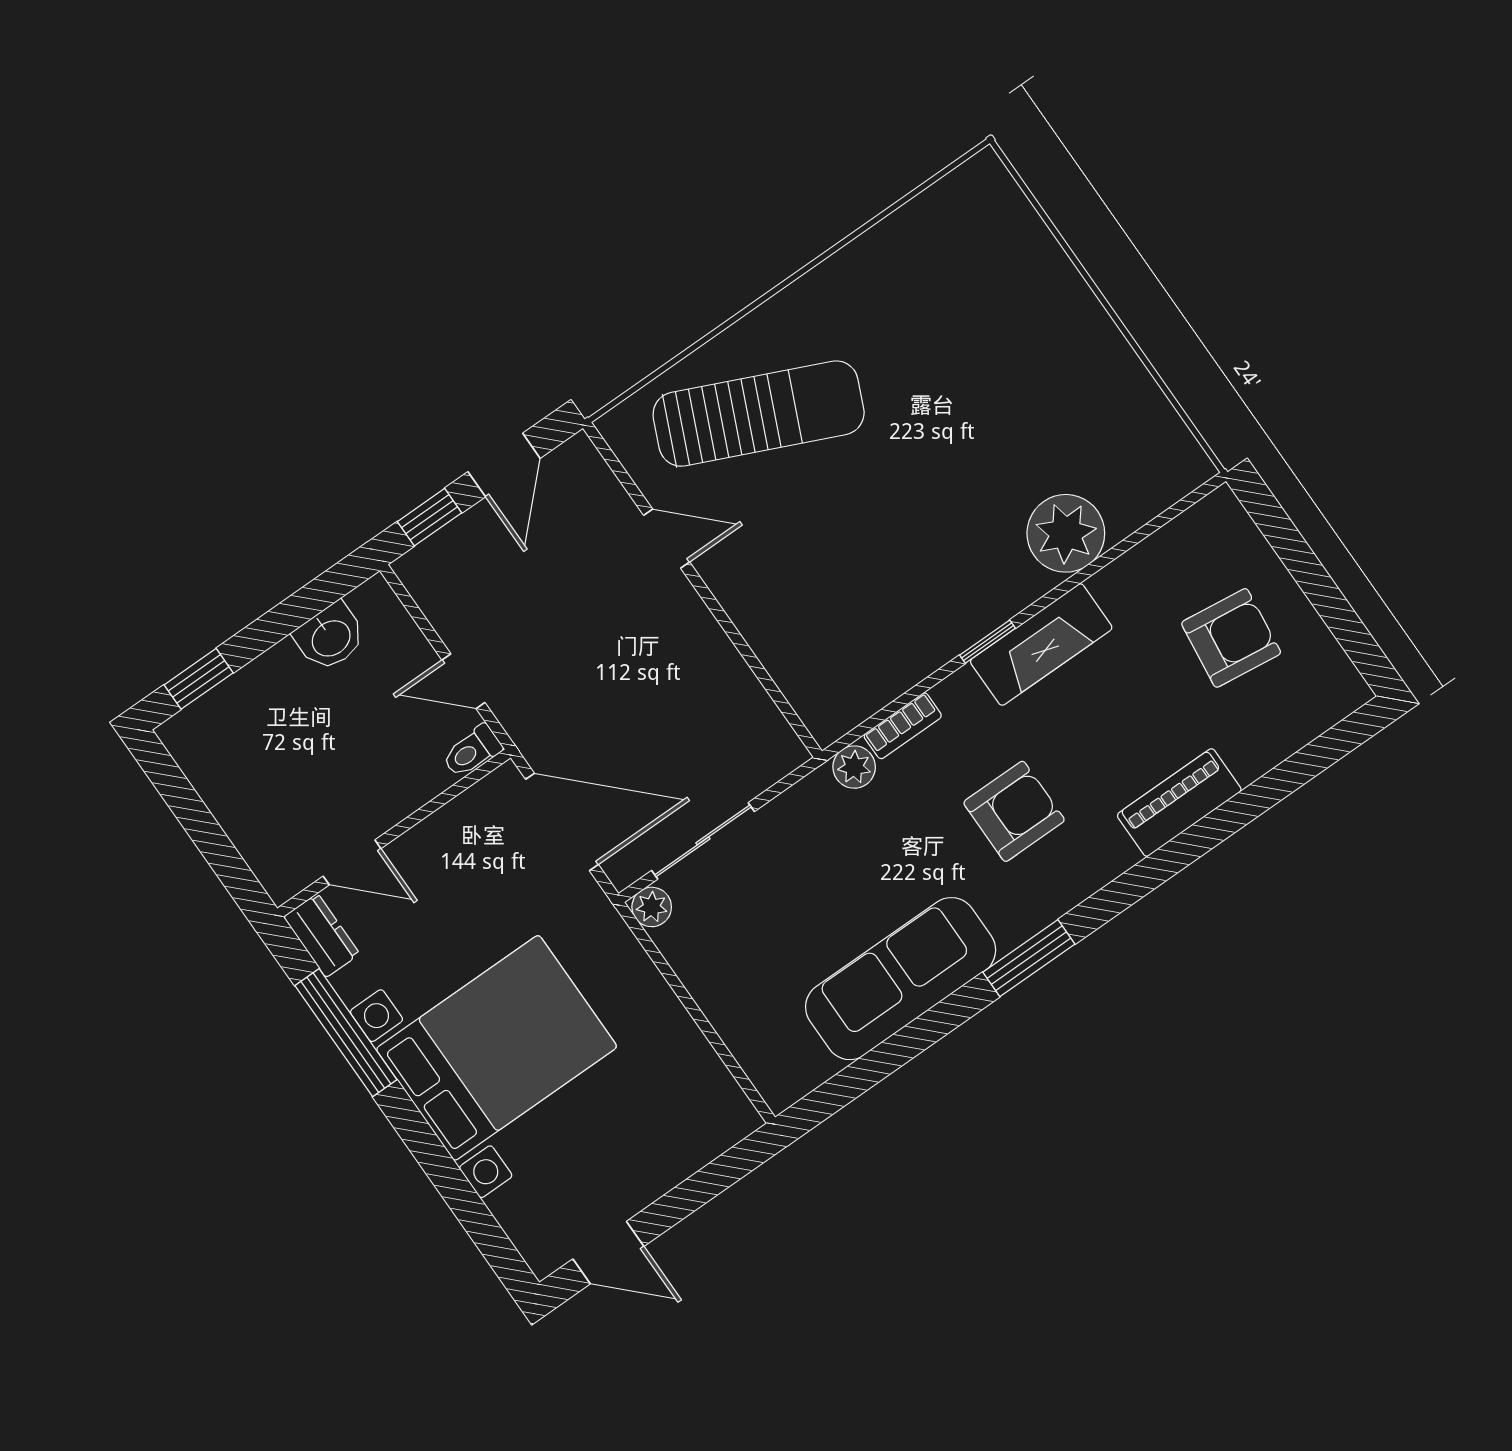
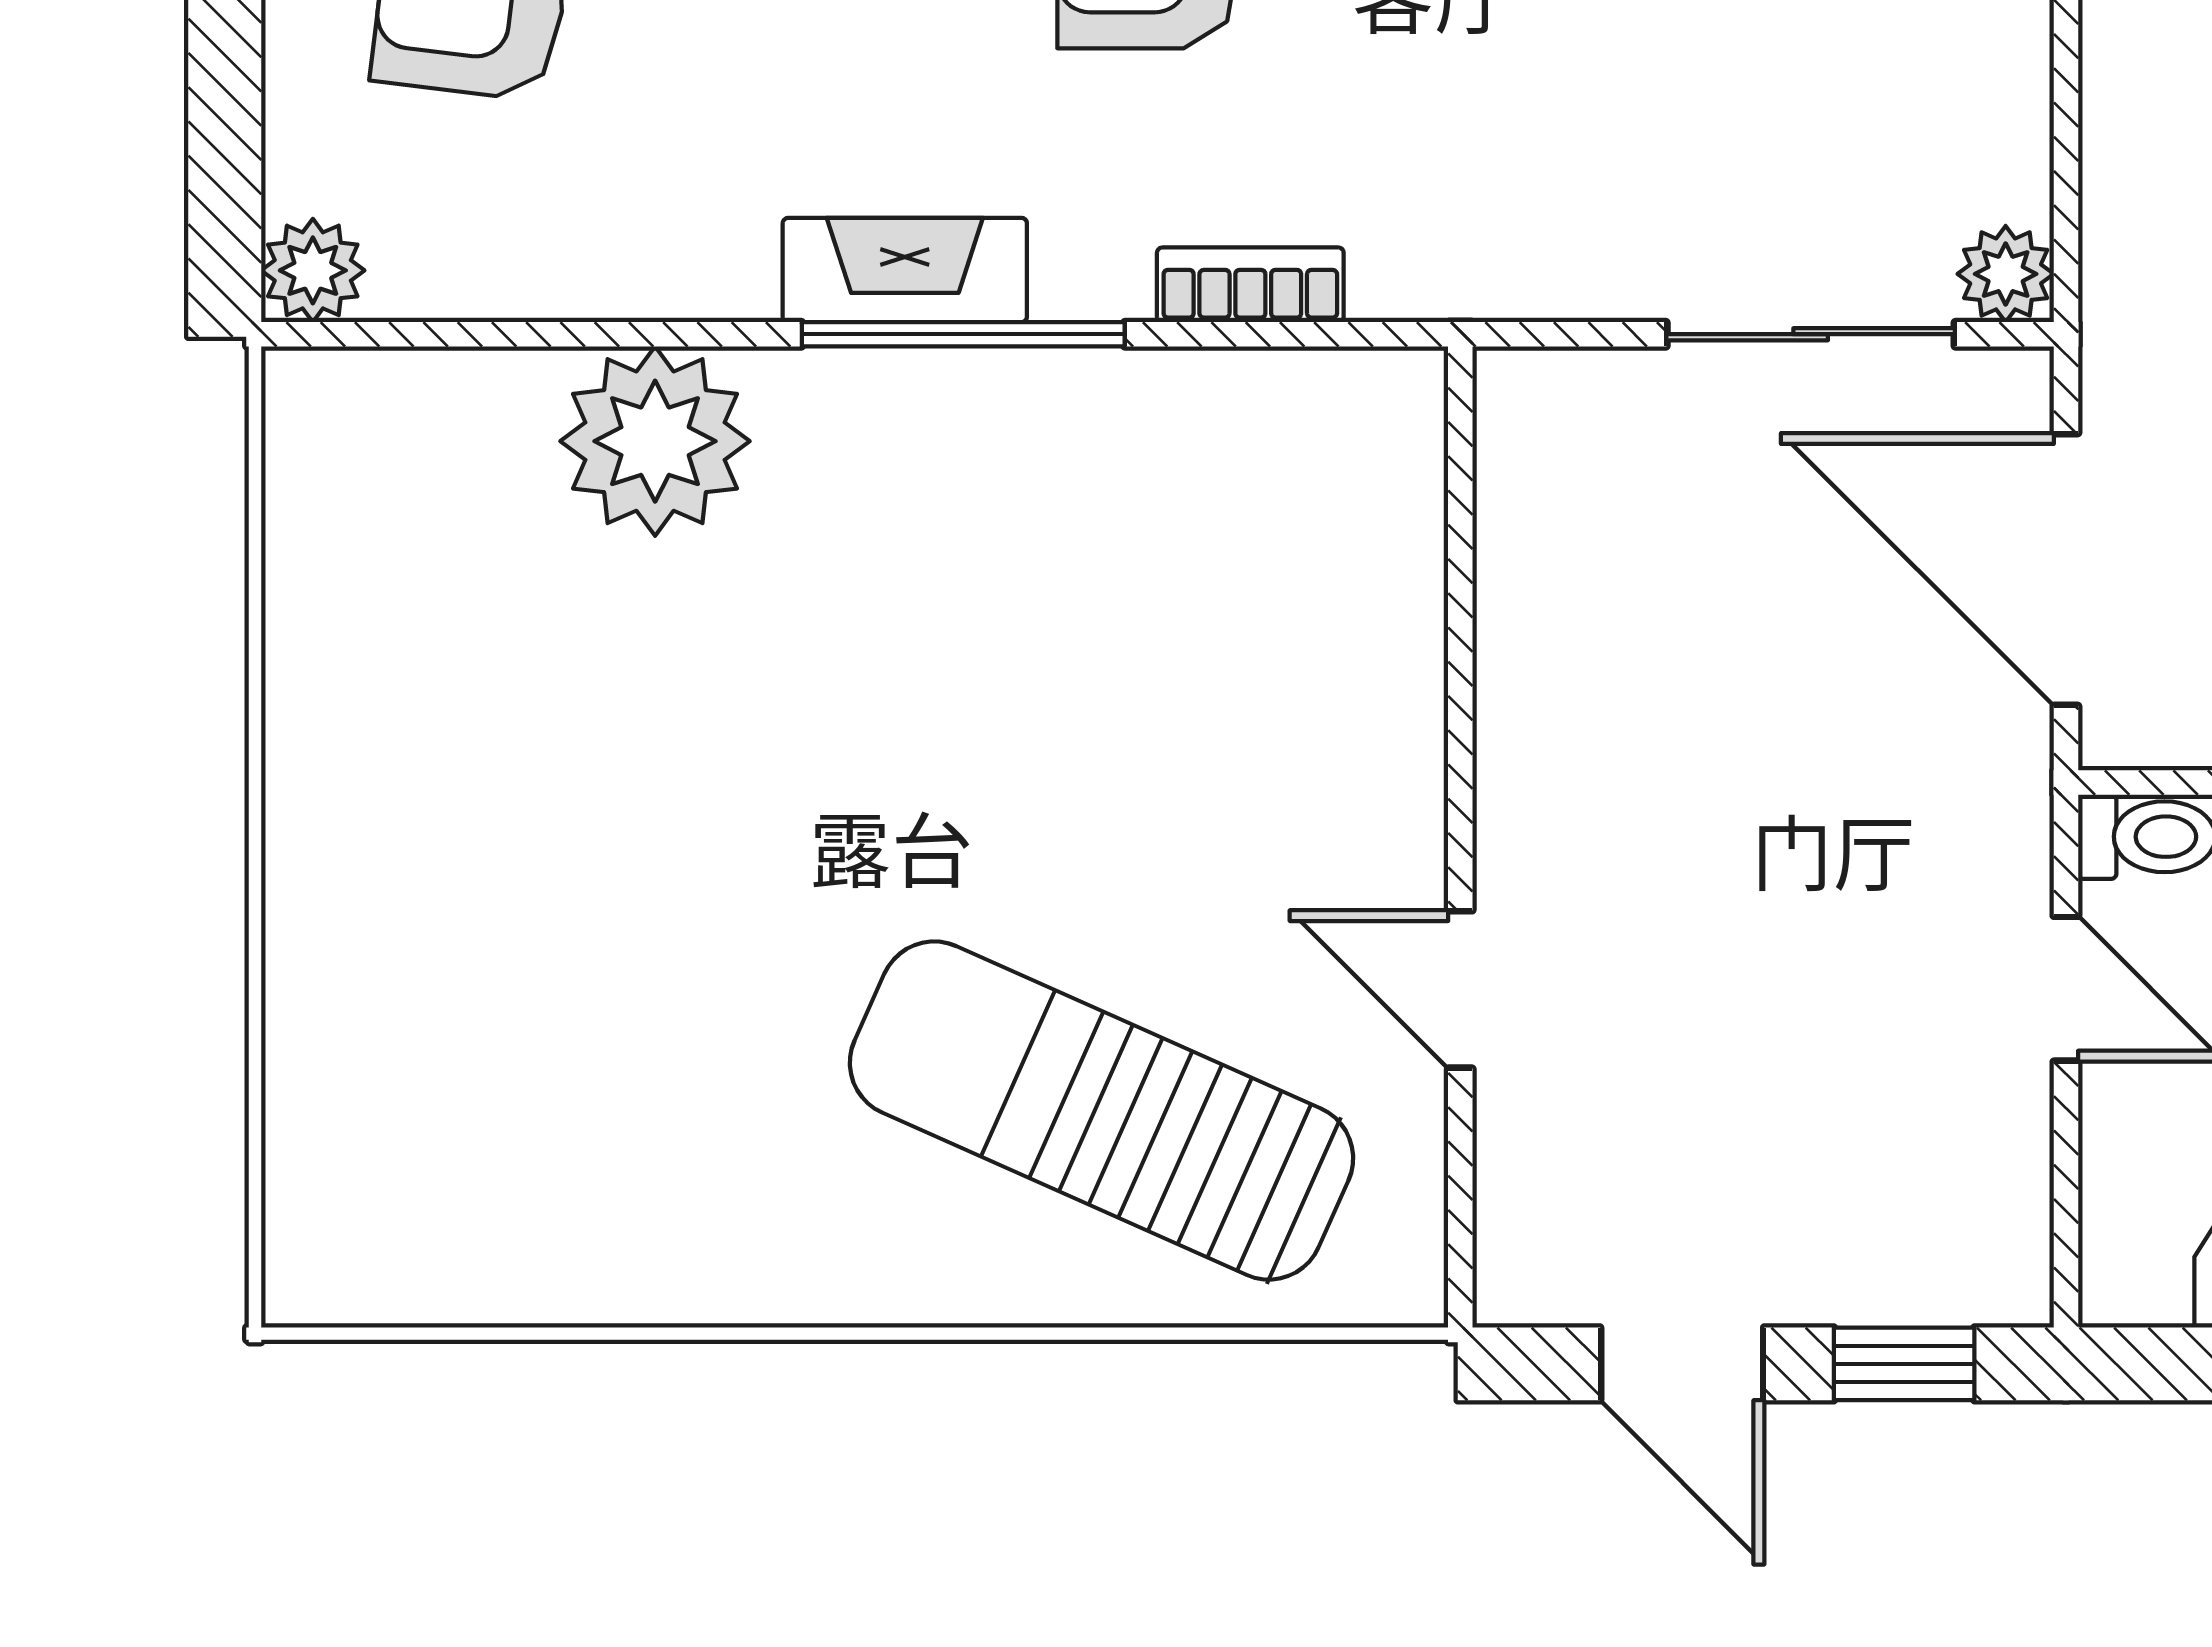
door: (504, 465) -> (1682, 1364), swing flipped
window: (988, 642) -> (963, 334), width x2.17
fireplace: (1041, 645) -> (905, 270), width x0.73, depth x0.76
plant: (854, 767) -> (313, 270), moved

